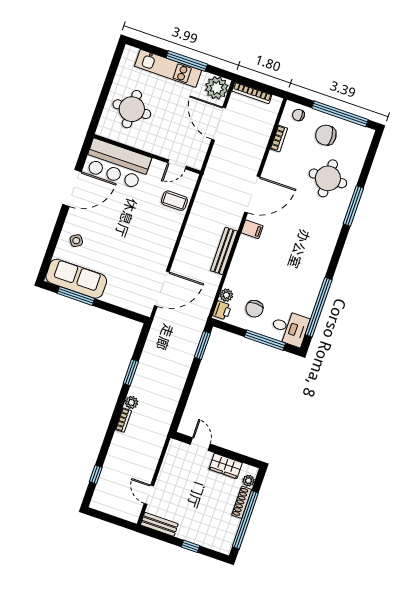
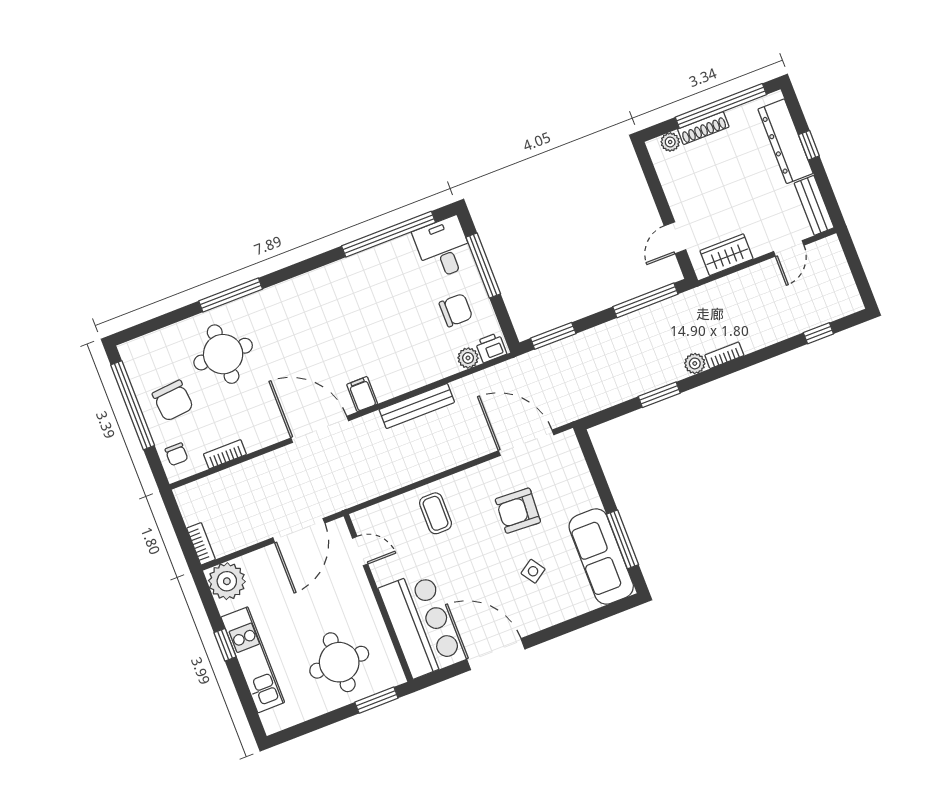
window: (187, 61) -> (225, 645), width x0.46
bookcase: (252, 93) -> (201, 544), width x0.64
window: (98, 112) -> (376, 700), added
door: (219, 124) -> (299, 530), moved
coffee table: (174, 201) -> (436, 513), moved
side table: (76, 241) -> (533, 571), moved
armchair: (132, 257) -> (518, 511), added
window: (182, 404) -> (645, 300), added
wardrobe: (226, 466) -> (727, 255), moved, turned -90
dresser: (202, 537) -> (785, 141), added

